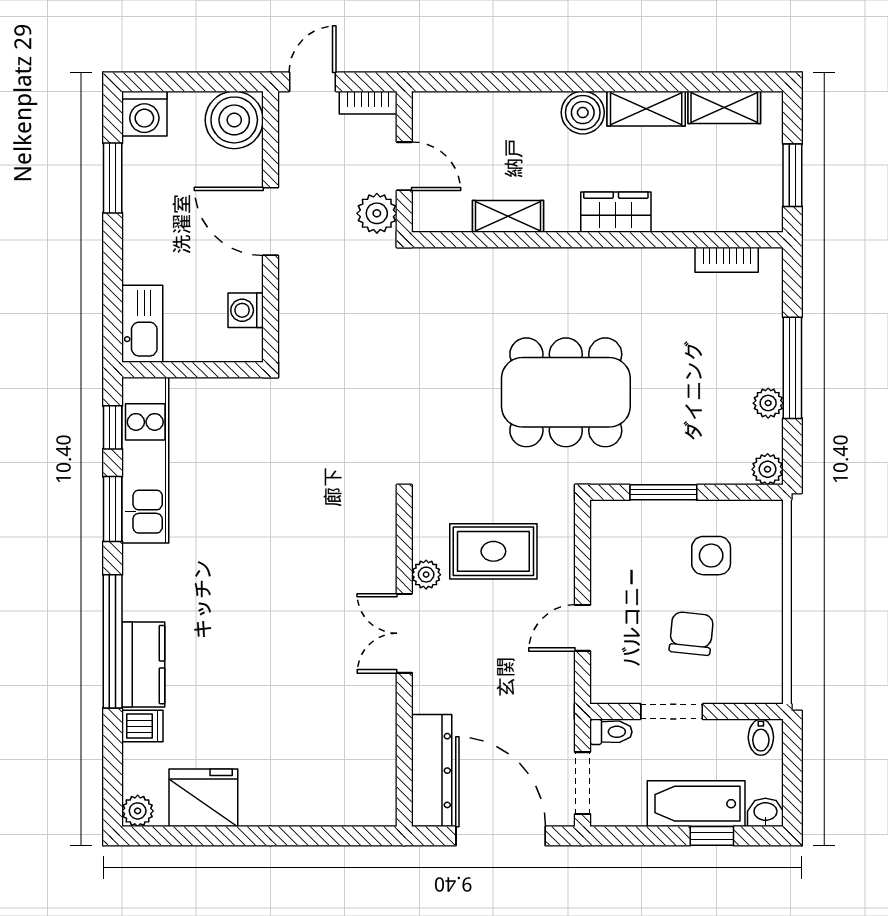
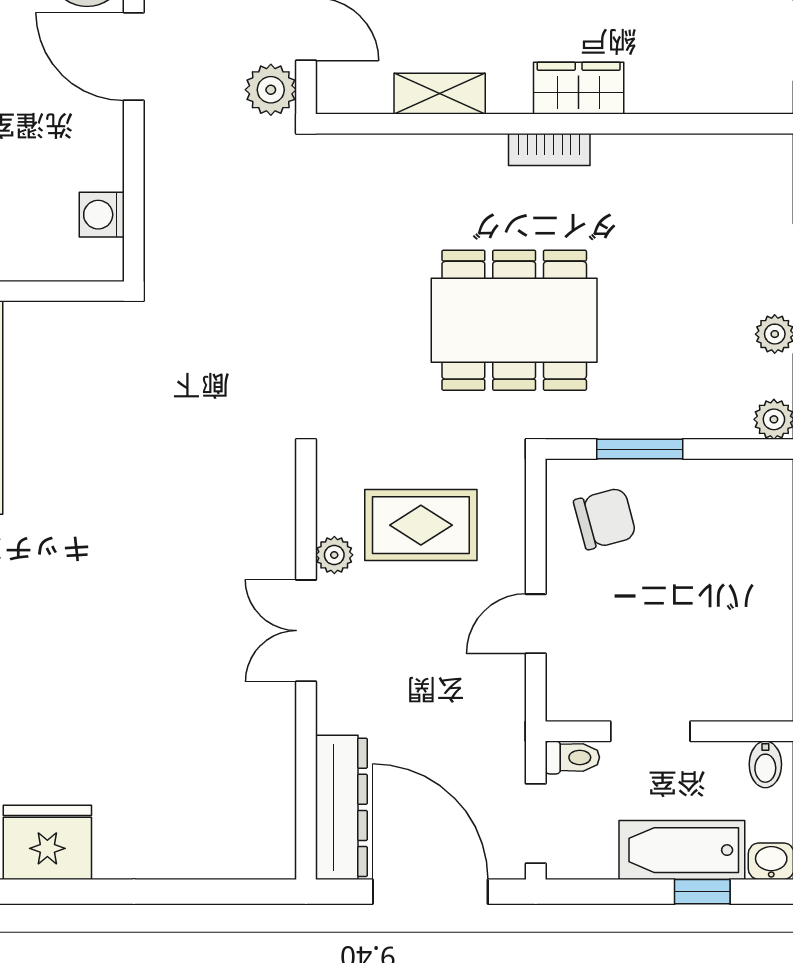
door: (270, 221) -> (134, 57), moved
bookcase: (727, 260) -> (549, 149), moved
side table: (711, 556) -> (701, 530), removed
chair: (691, 633) -> (605, 519), moved, turned 69

